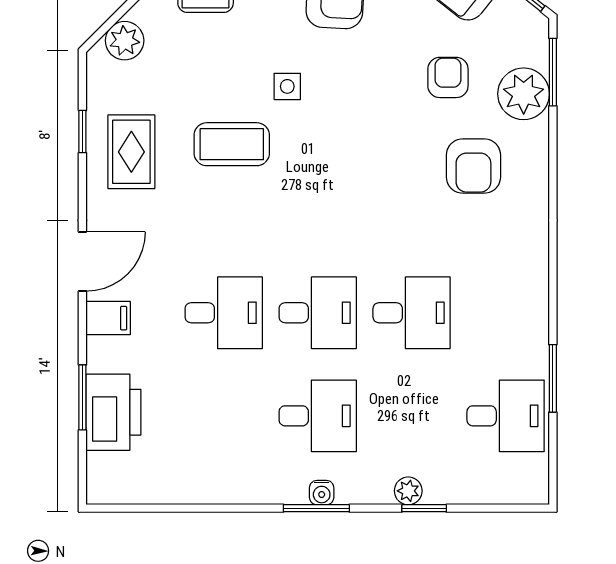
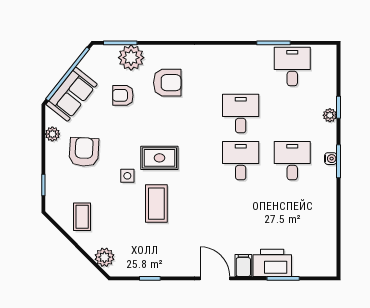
rug: (131, 152) -> (159, 158), moved
desk: (224, 313) -> (241, 208), removed
printer: (113, 412) -> (272, 263), moved

